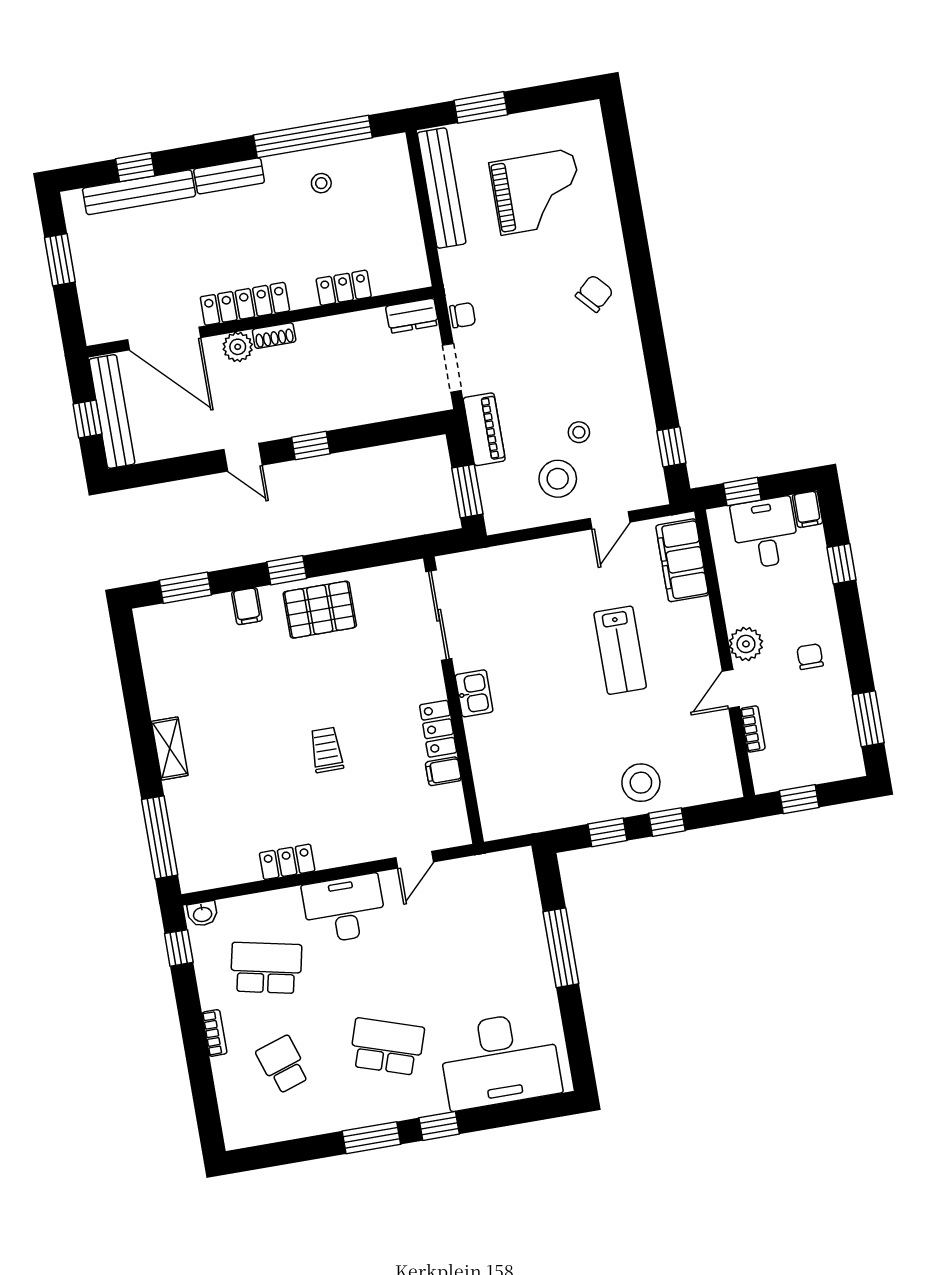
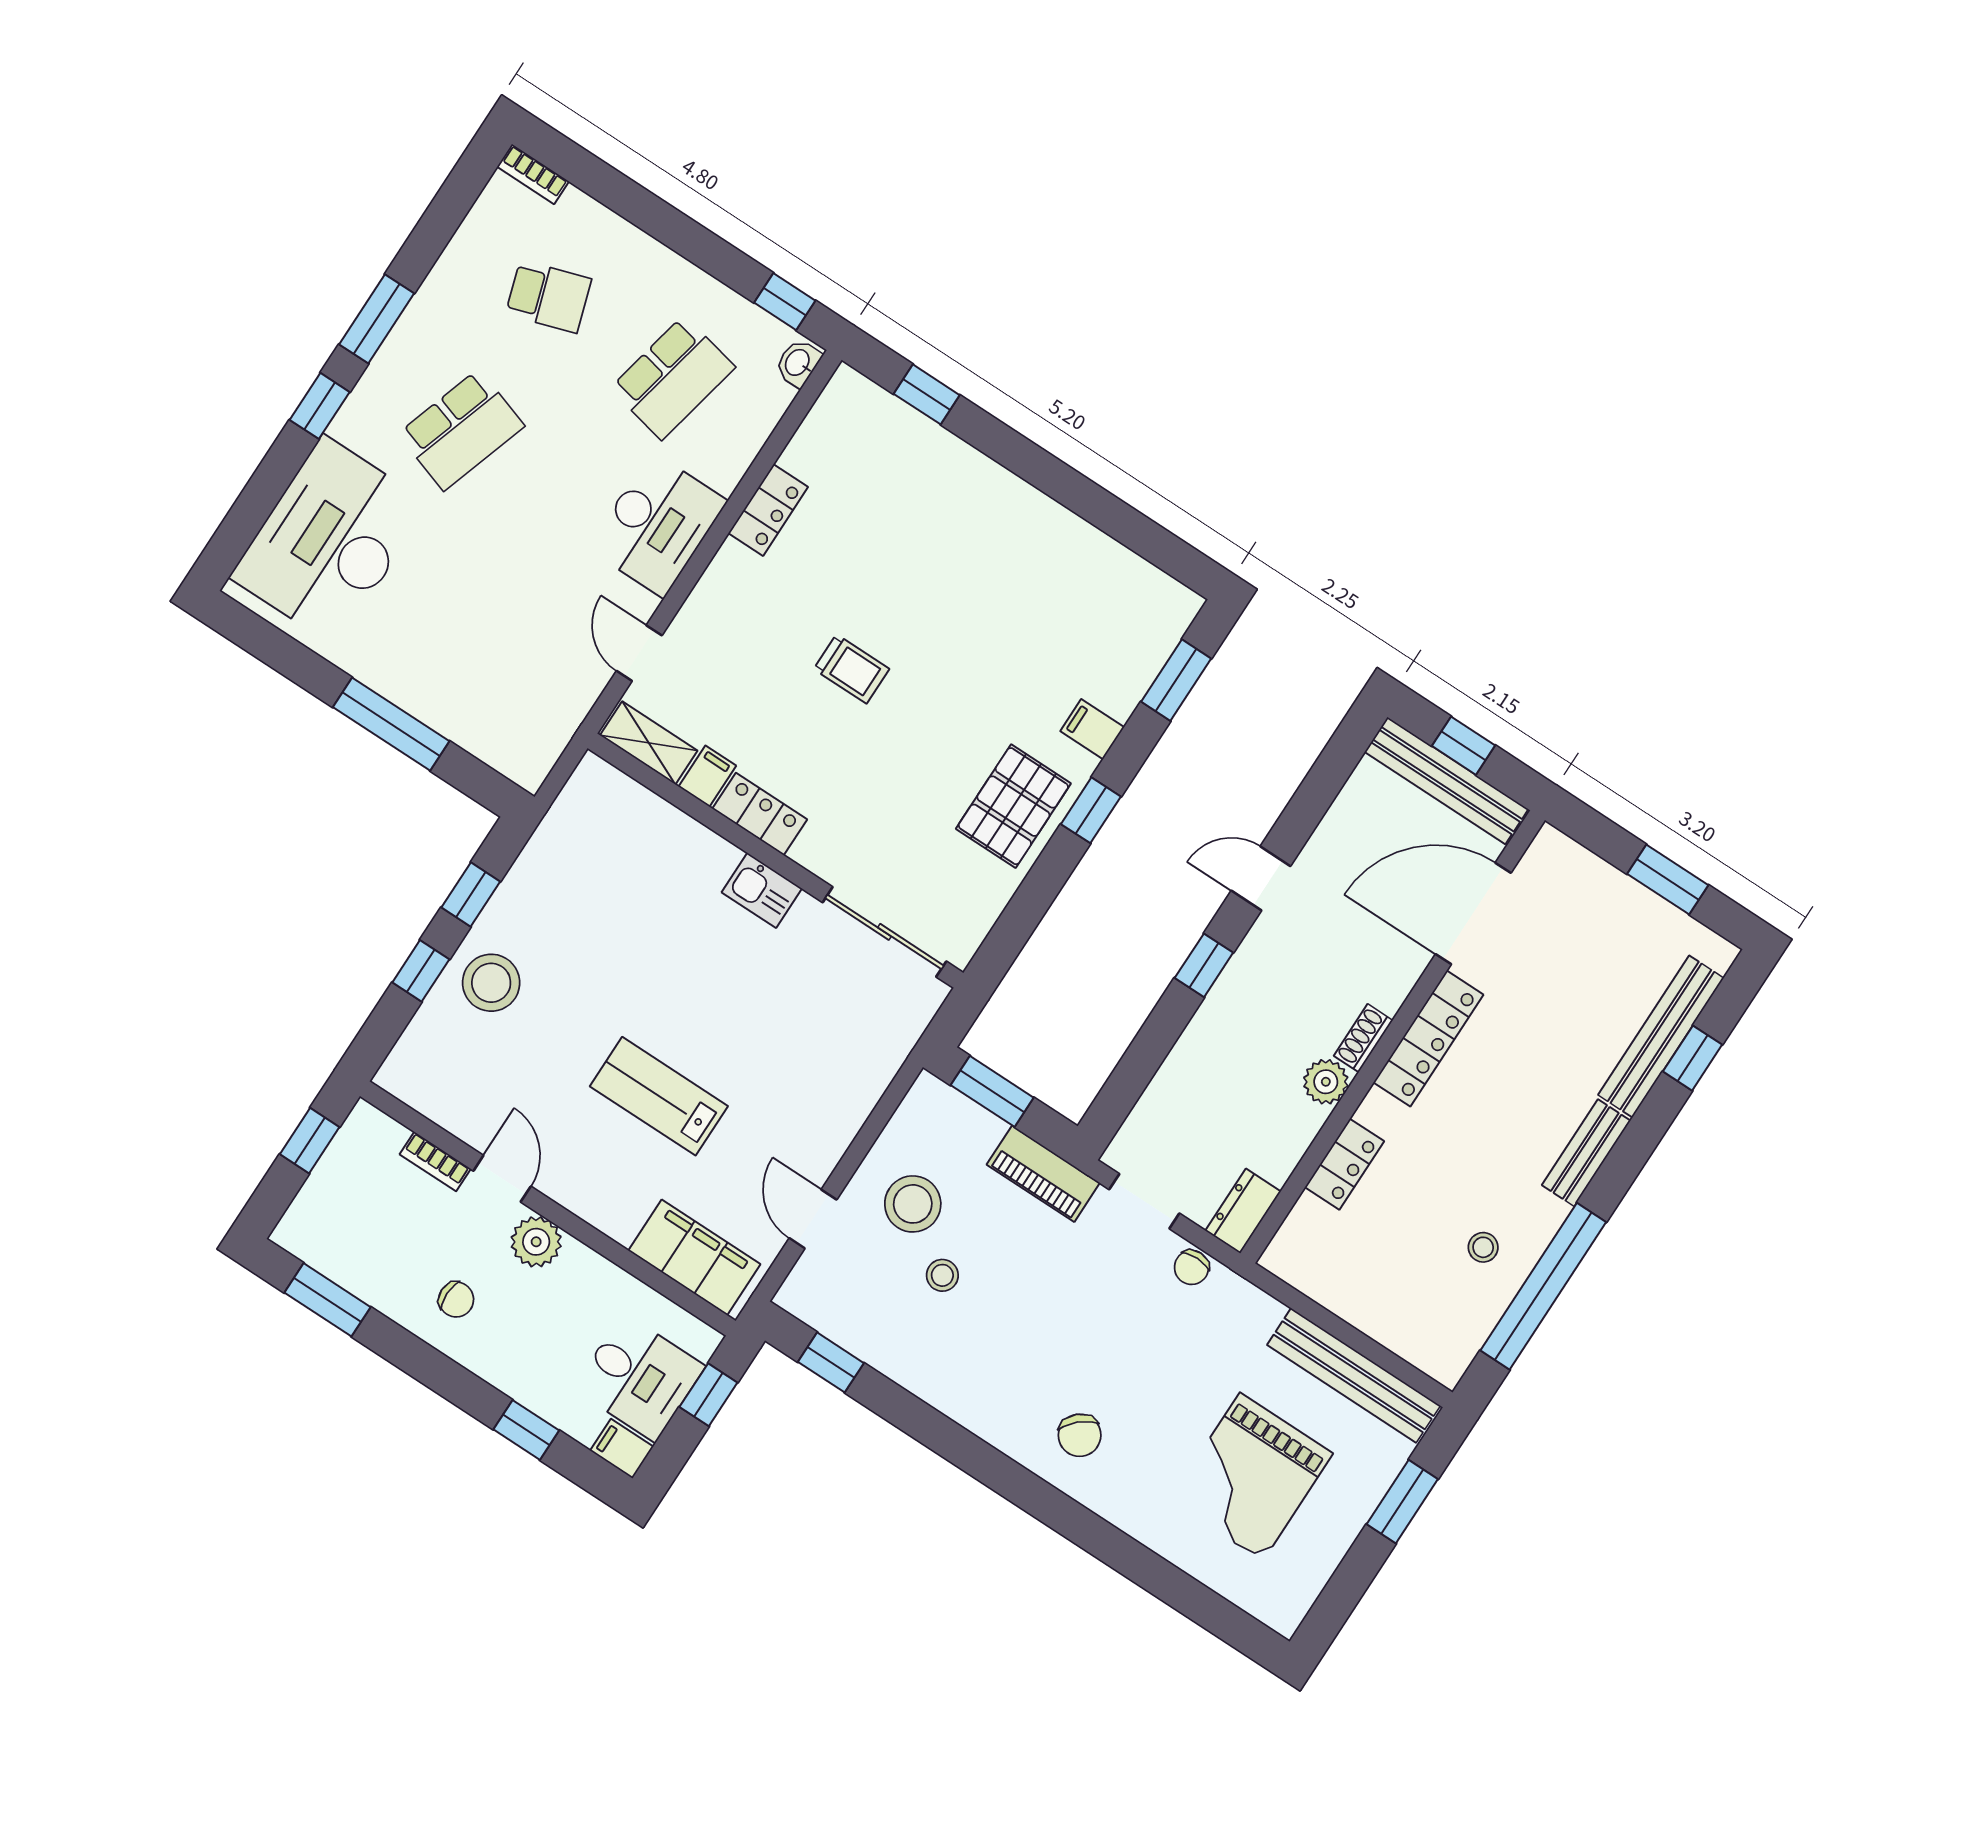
plant: (238, 347) -> (1326, 1082), moved
shelving: (170, 748) -> (649, 743), moved
window: (160, 837) -> (927, 394), width x0.46
bookcase: (214, 1033) -> (533, 174), moved

